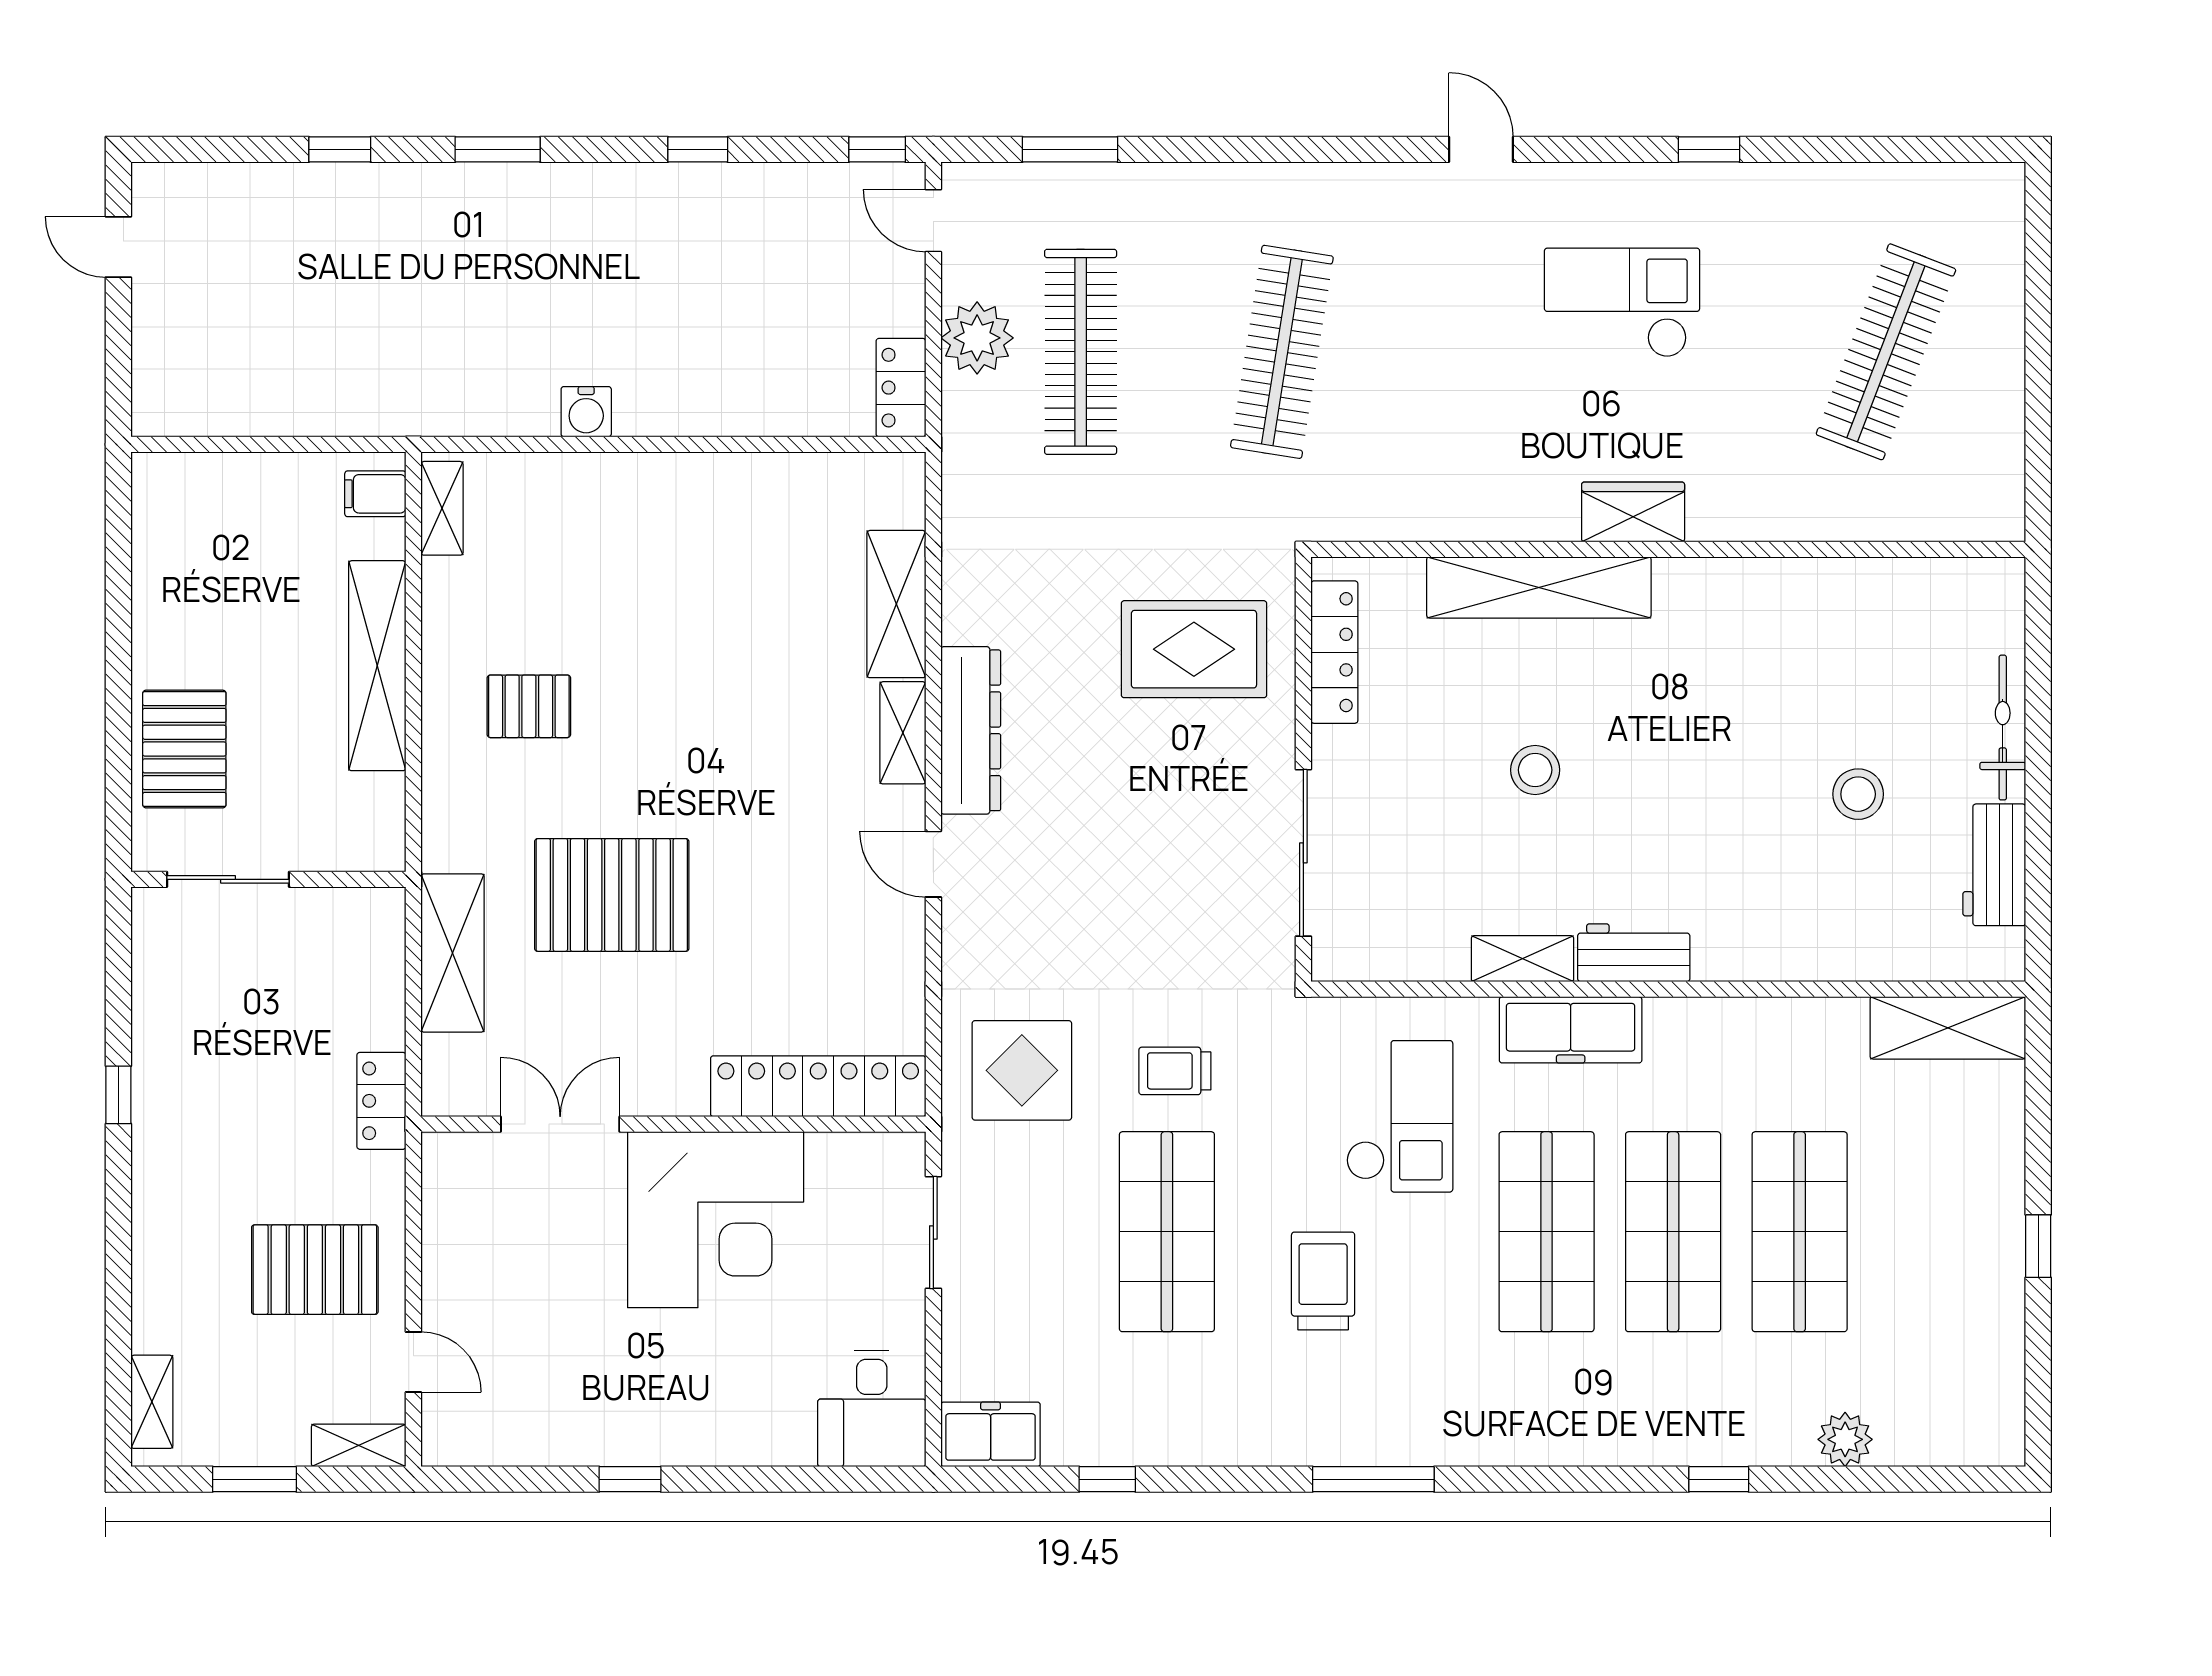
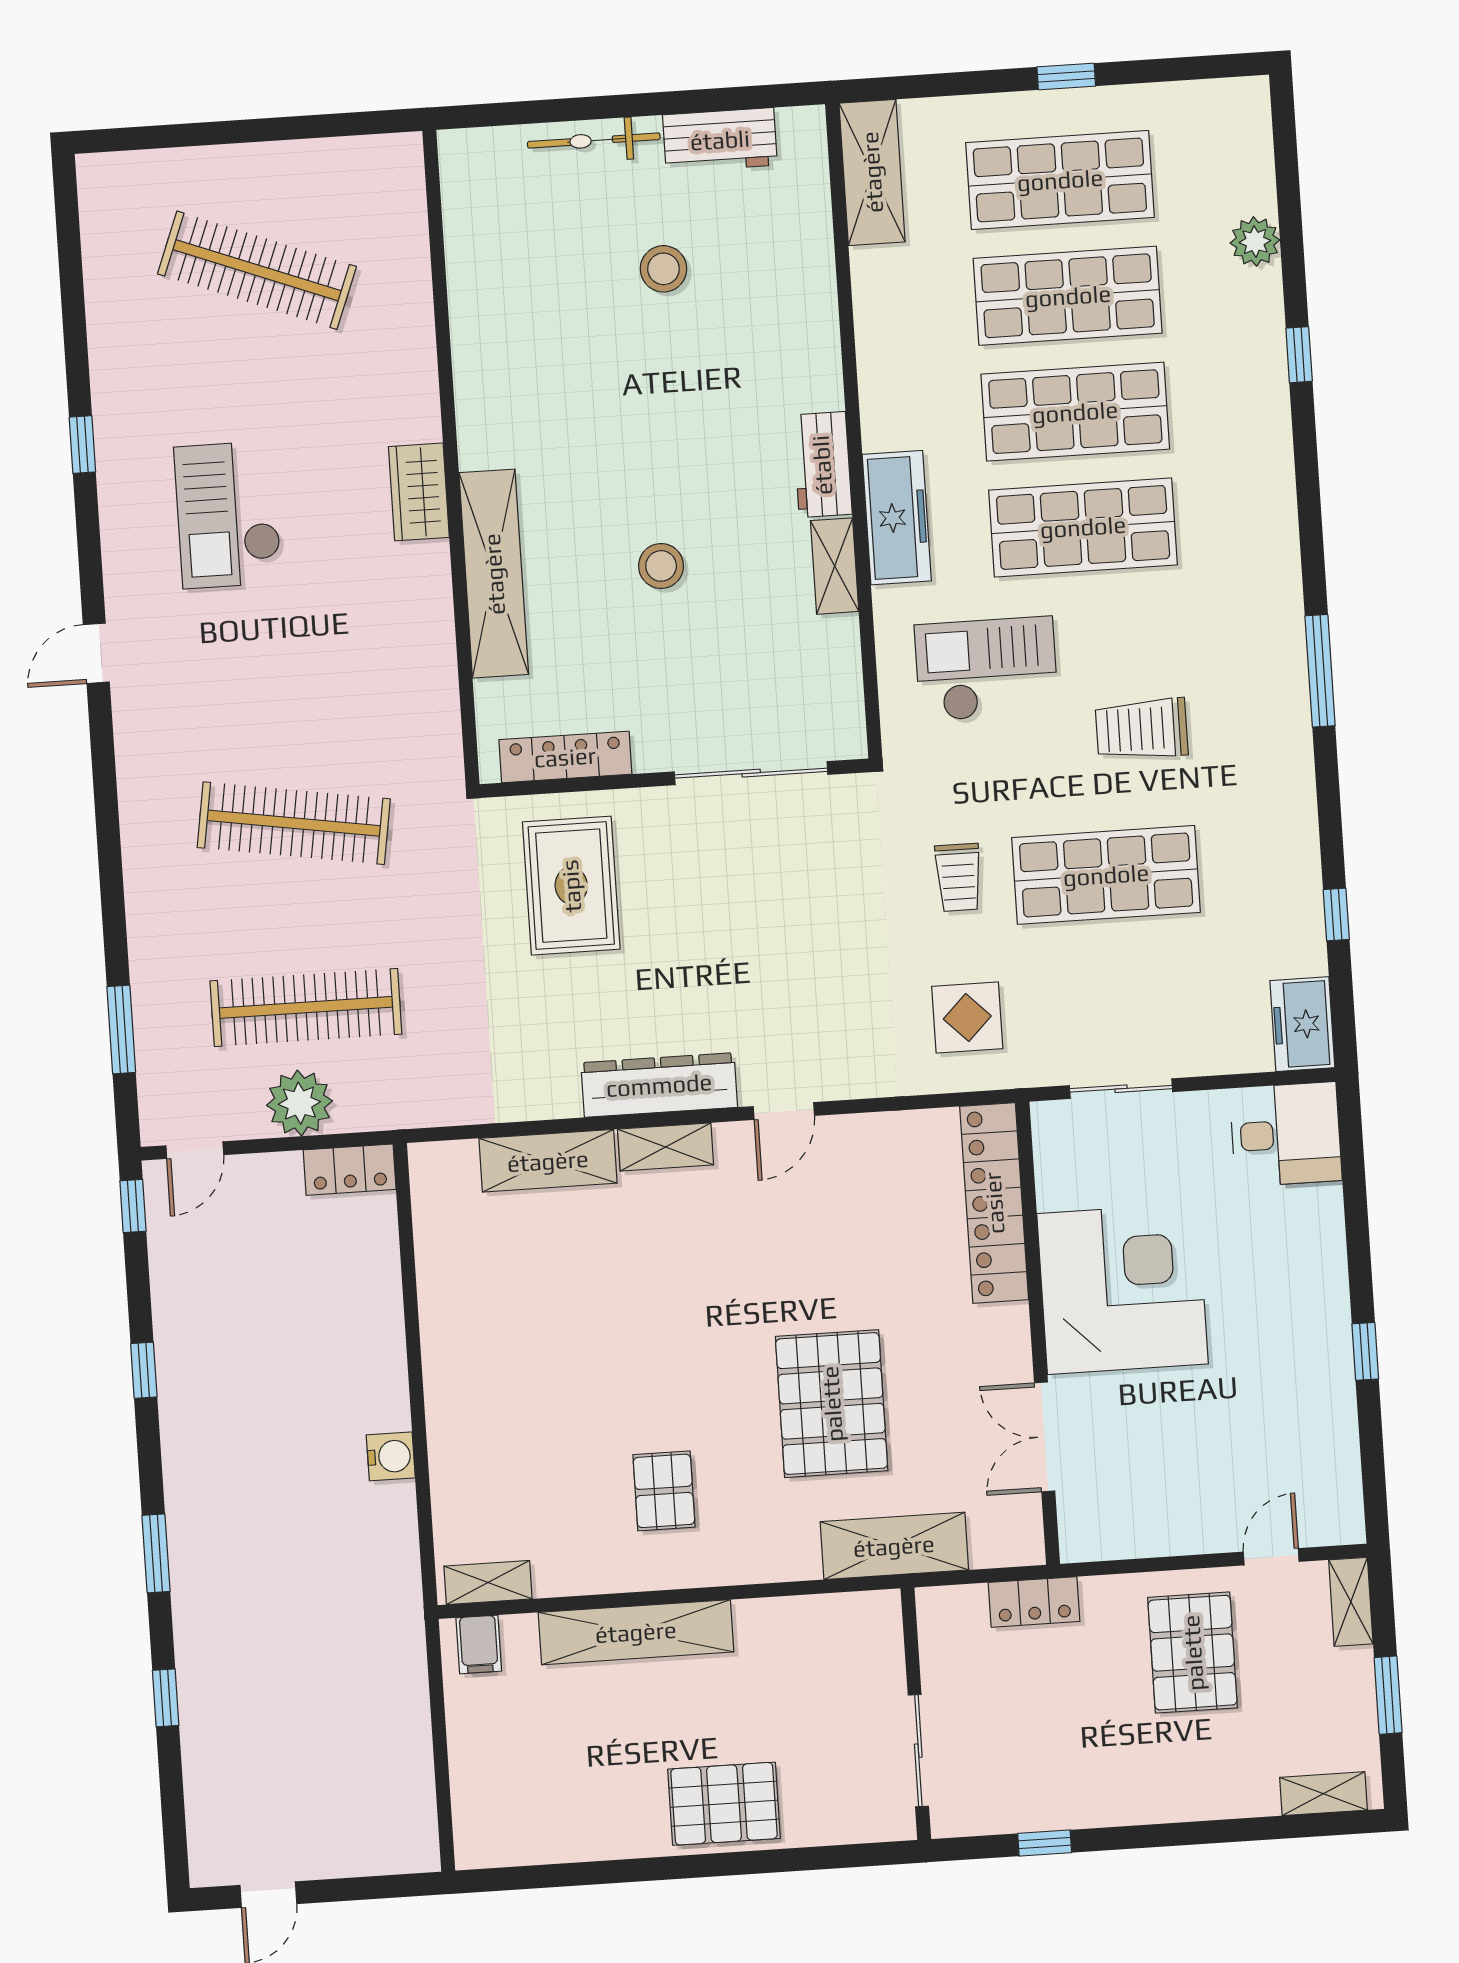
sliding door: (228, 879) -> (918, 1751), moved
wall: (268, 879) -> (916, 1714), moved
display table: (1022, 1070) -> (967, 1018), width x0.73, depth x0.73
shop shelf: (1926, 1232) -> (1060, 180), added

